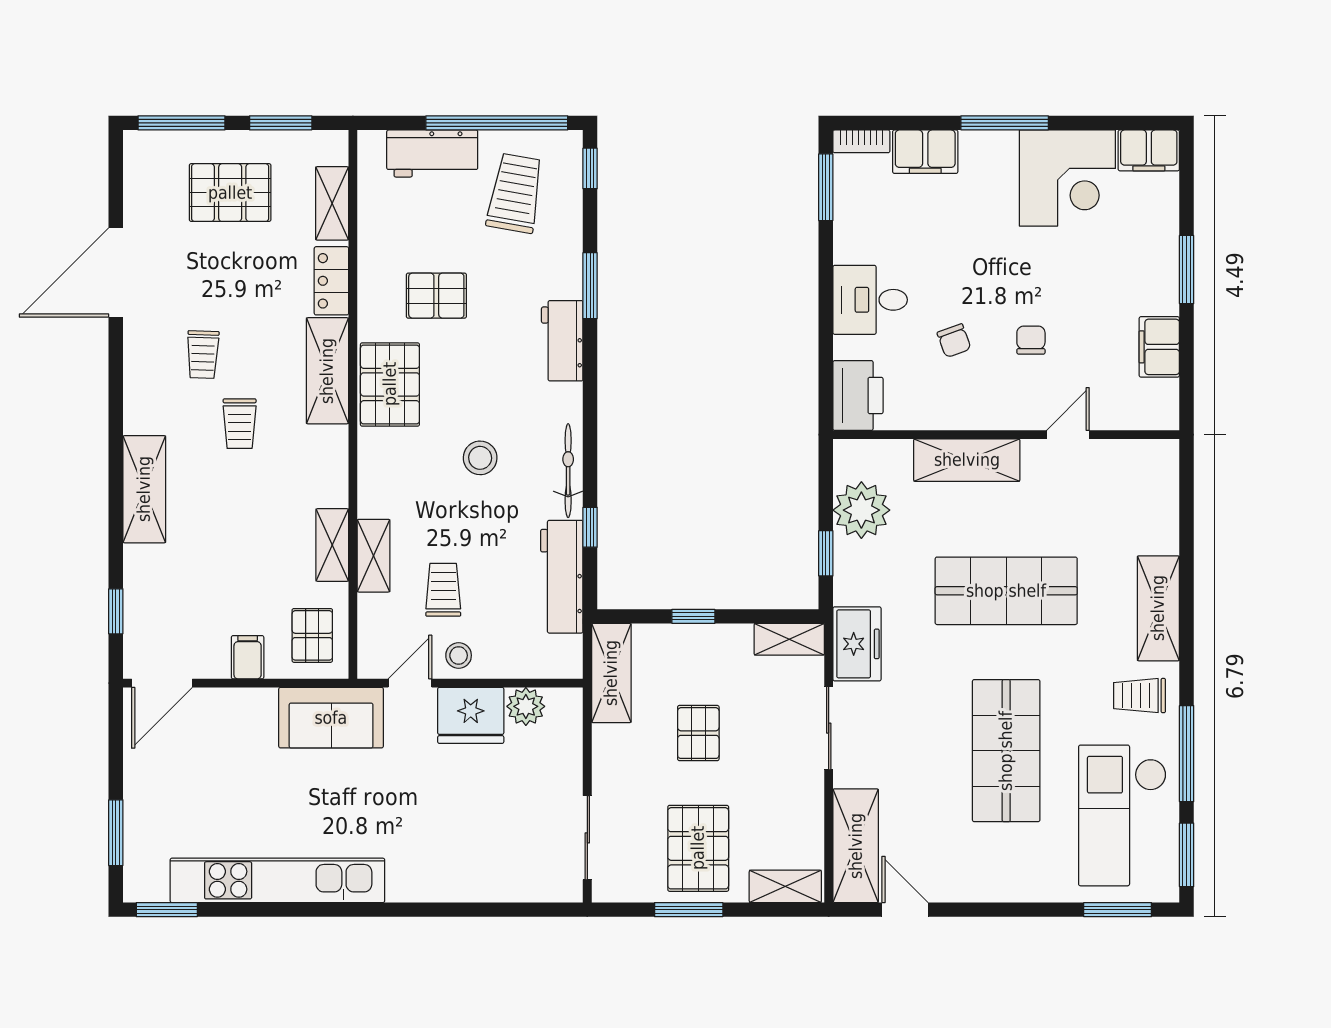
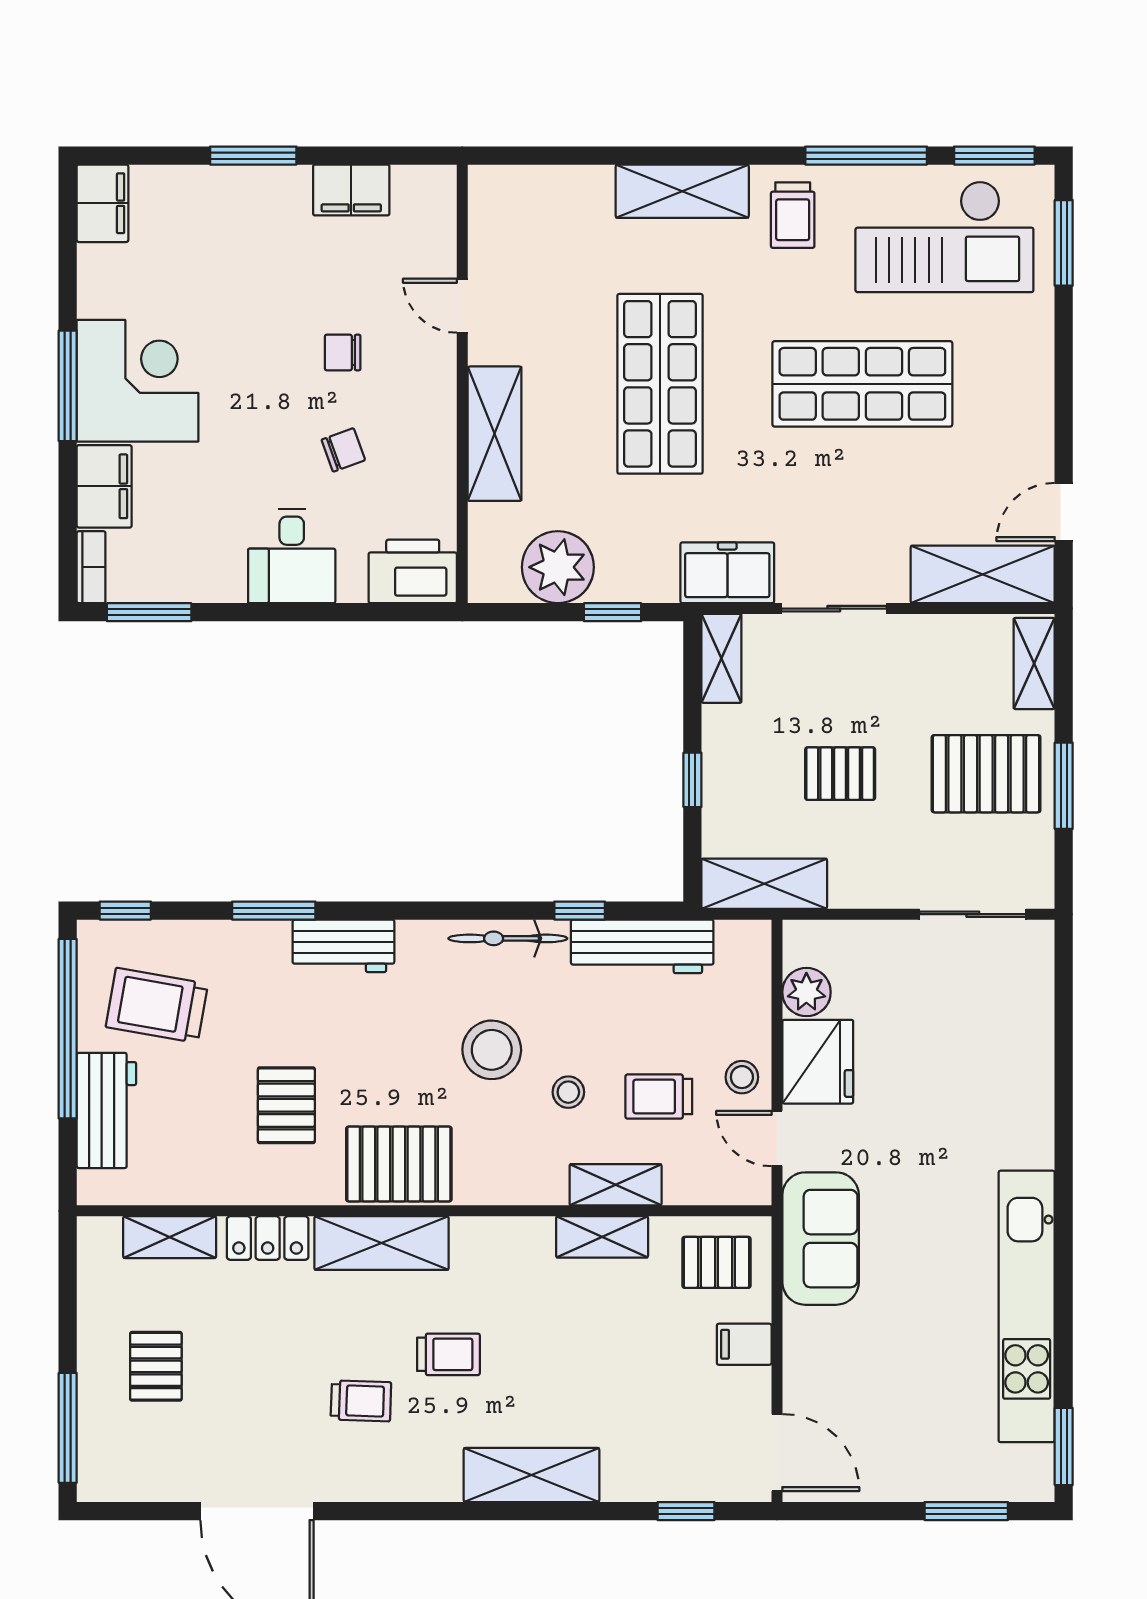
window: (281, 123) -> (68, 1302), removed
corner desk: (1067, 178) -> (137, 381), moved
pallet: (230, 193) -> (156, 1366), width x0.67, depth x0.71
stool: (480, 458) -> (492, 1050), width x1.38, depth x1.38
stool: (447, 518) -> (568, 1092), added

